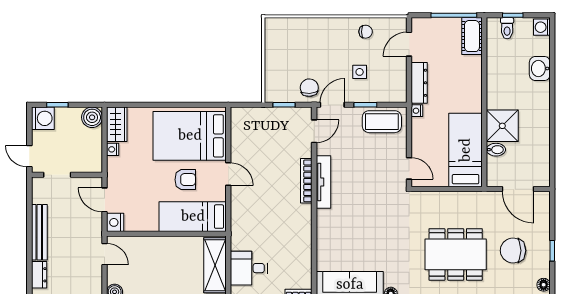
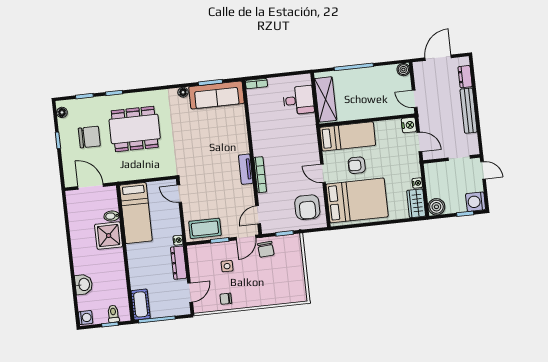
armchair: (252, 134) -> (307, 207), added
tv unit: (323, 182) -> (246, 169), width x0.71

